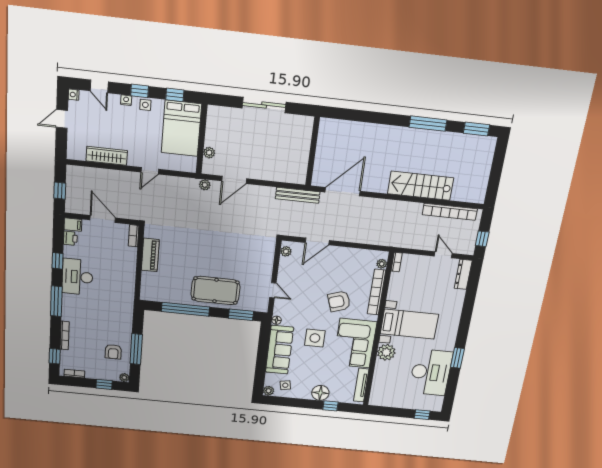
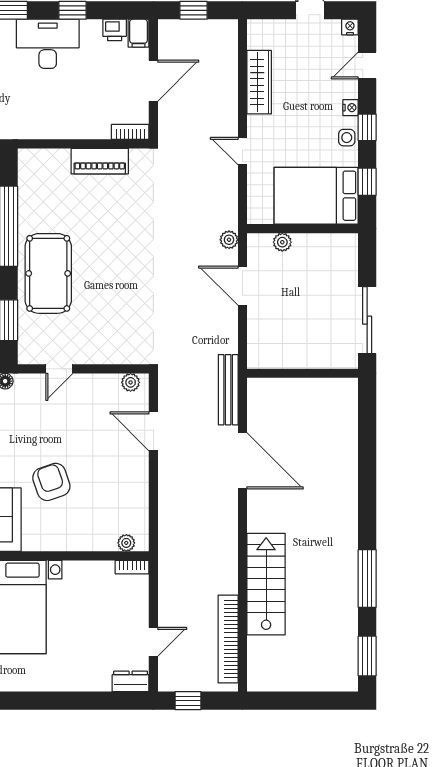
wall: (313, 151) -> (303, 373), moved
dresser: (463, 274) -> (131, 681), width x0.70
bookcase: (376, 292) -> (75, 542), removed

